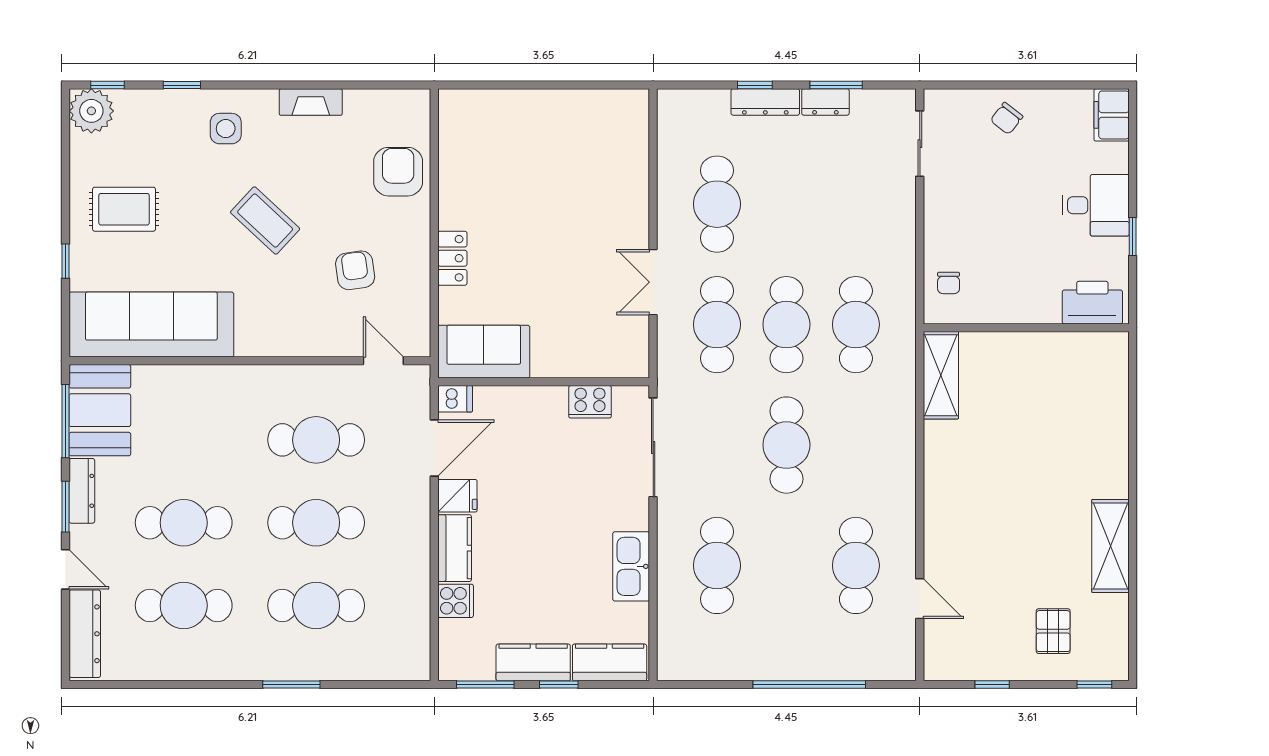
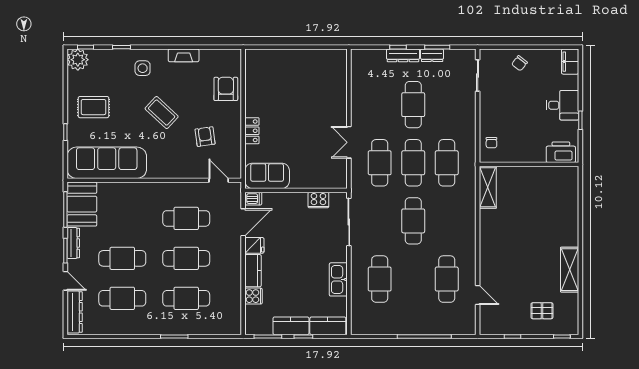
cafe table: (717, 204) -> (413, 105), moved
pallet: (1053, 631) -> (542, 311), turned 90

